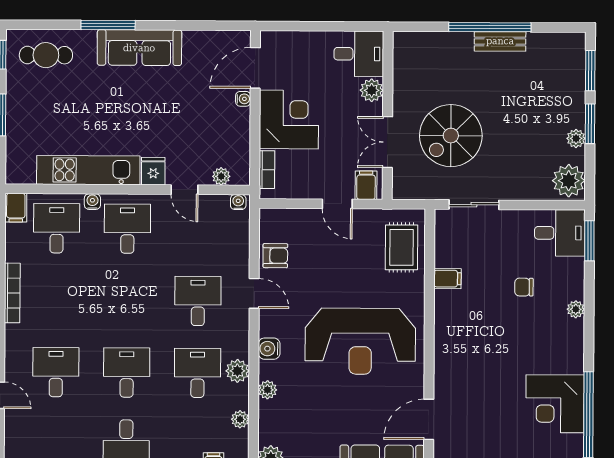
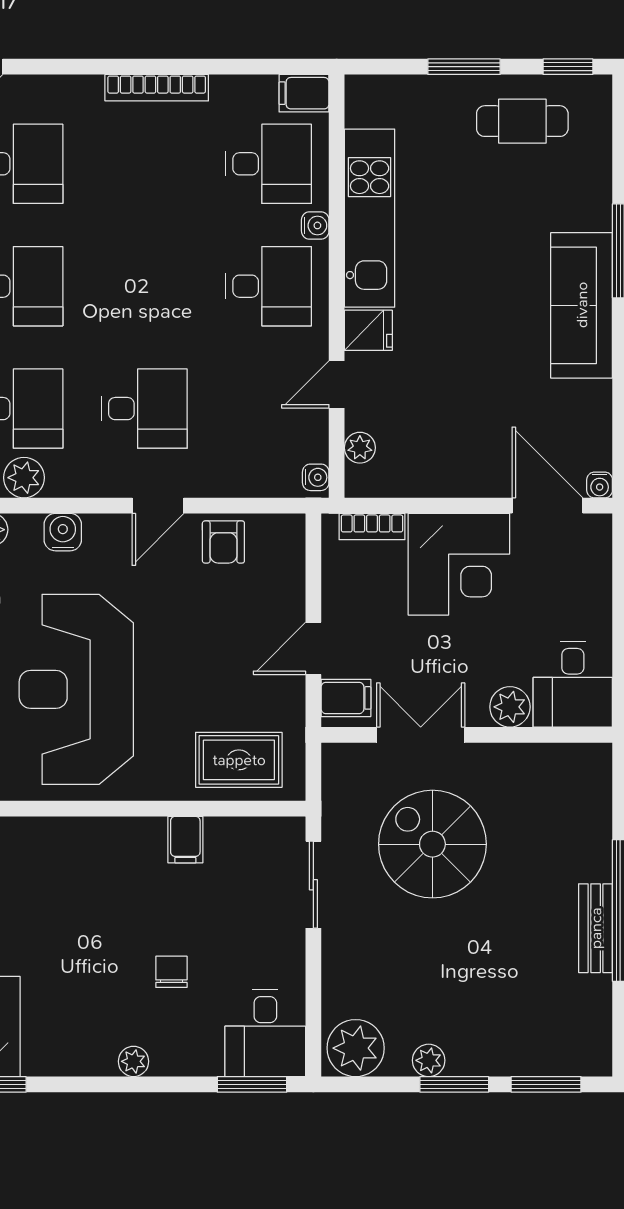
cafe table: (46, 55) -> (522, 121), moved, turned 90
water cooler: (243, 99) -> (600, 485), moved

